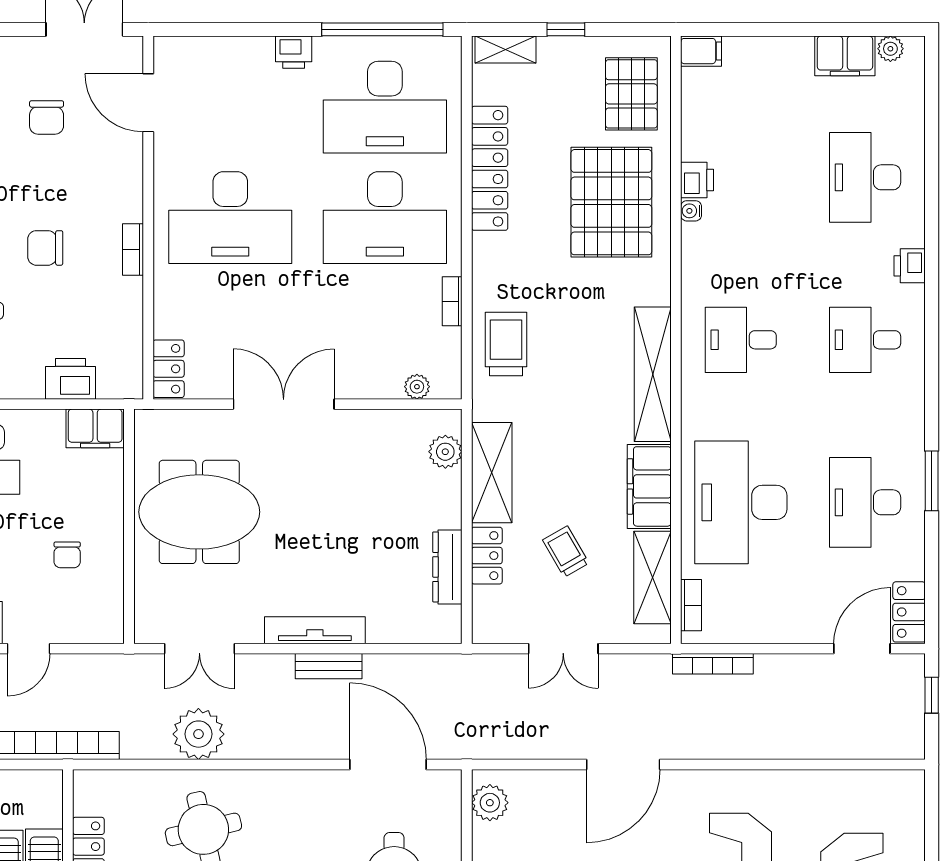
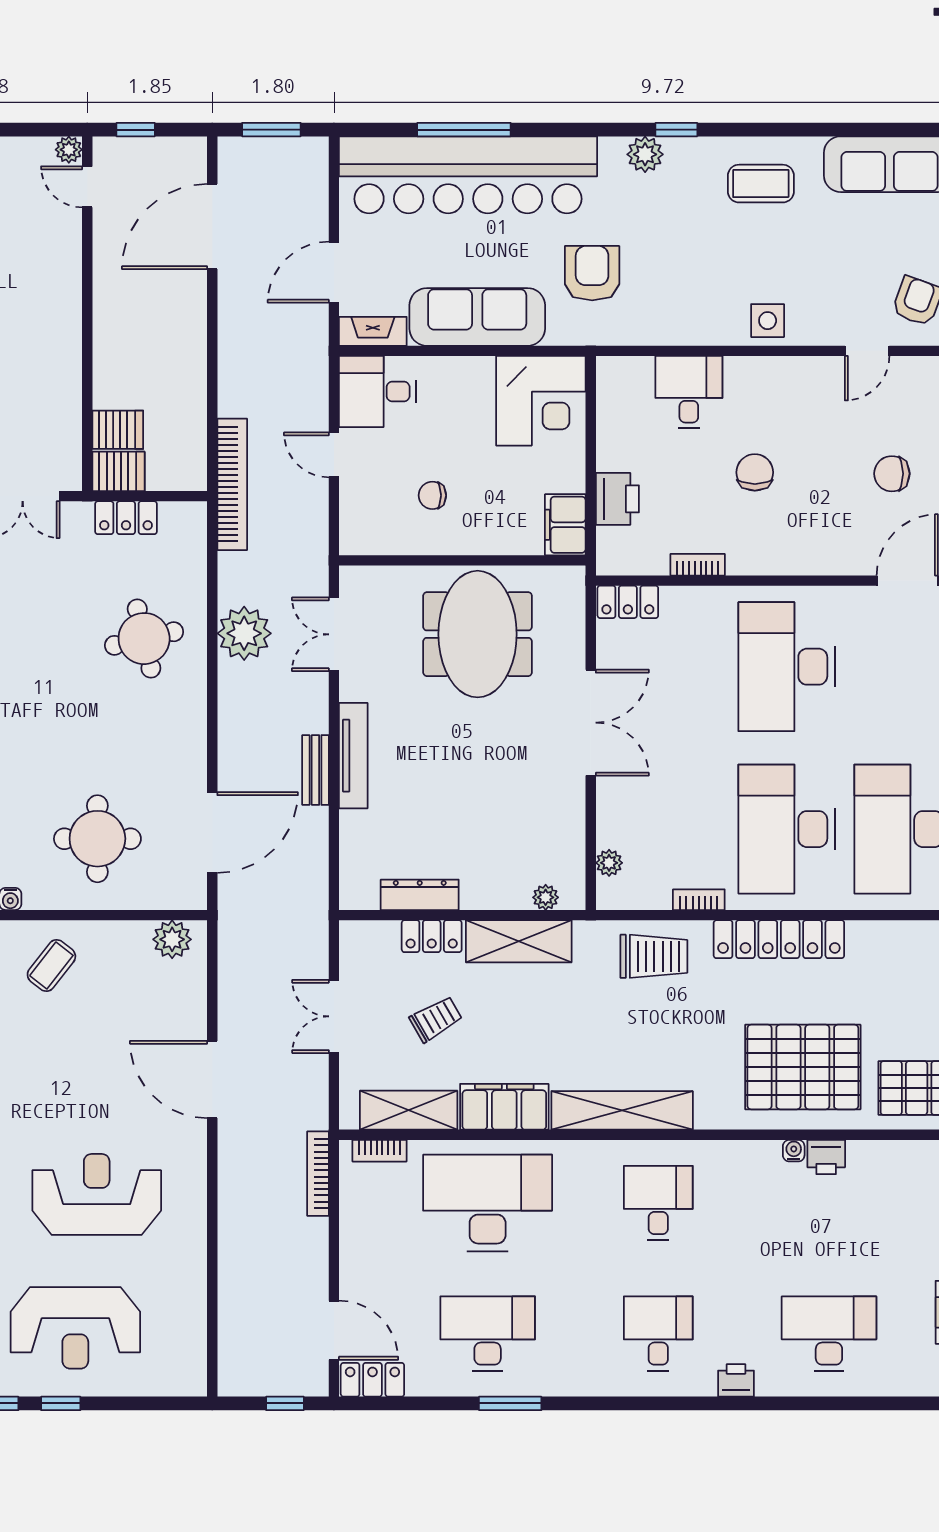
locker: (490, 168) -> (779, 939), moved
bookcase: (133, 250) -> (698, 565), moved
plant: (445, 452) -> (546, 897), width x0.73, depth x0.73

